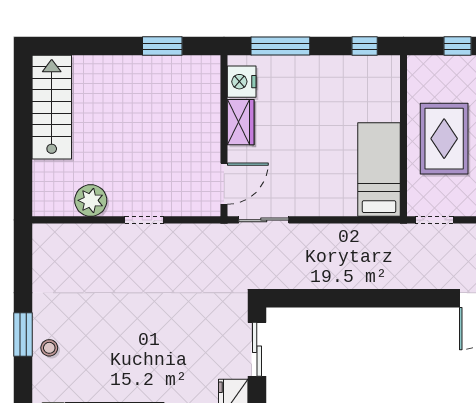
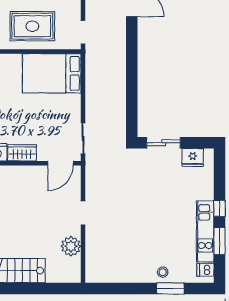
bed: (379, 170) -> (52, 73), width x1.50
door: (224, 184) -> (60, 163), swing flipped
window: (23, 334) -> (170, 288), moved

